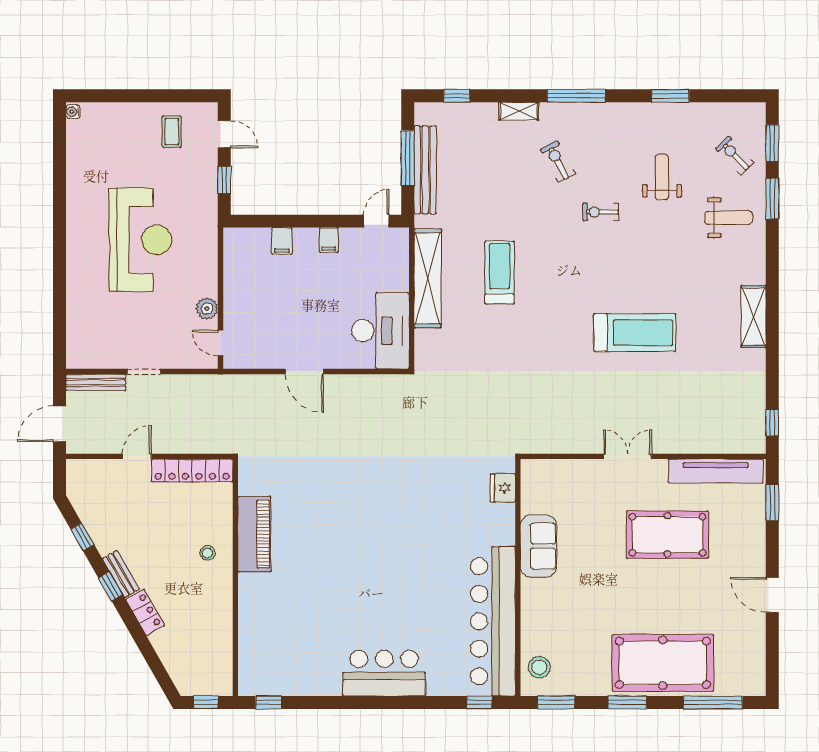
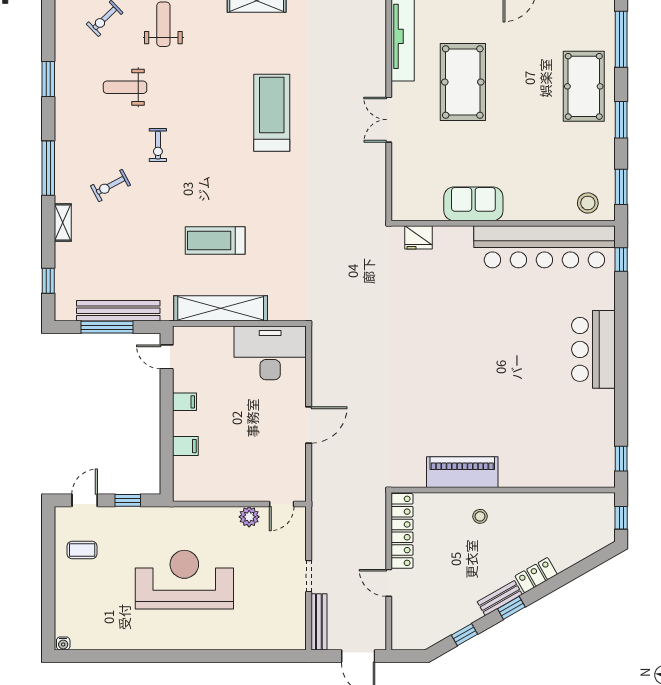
pool table: (663, 663) -> (584, 86), width x0.73, depth x0.76

